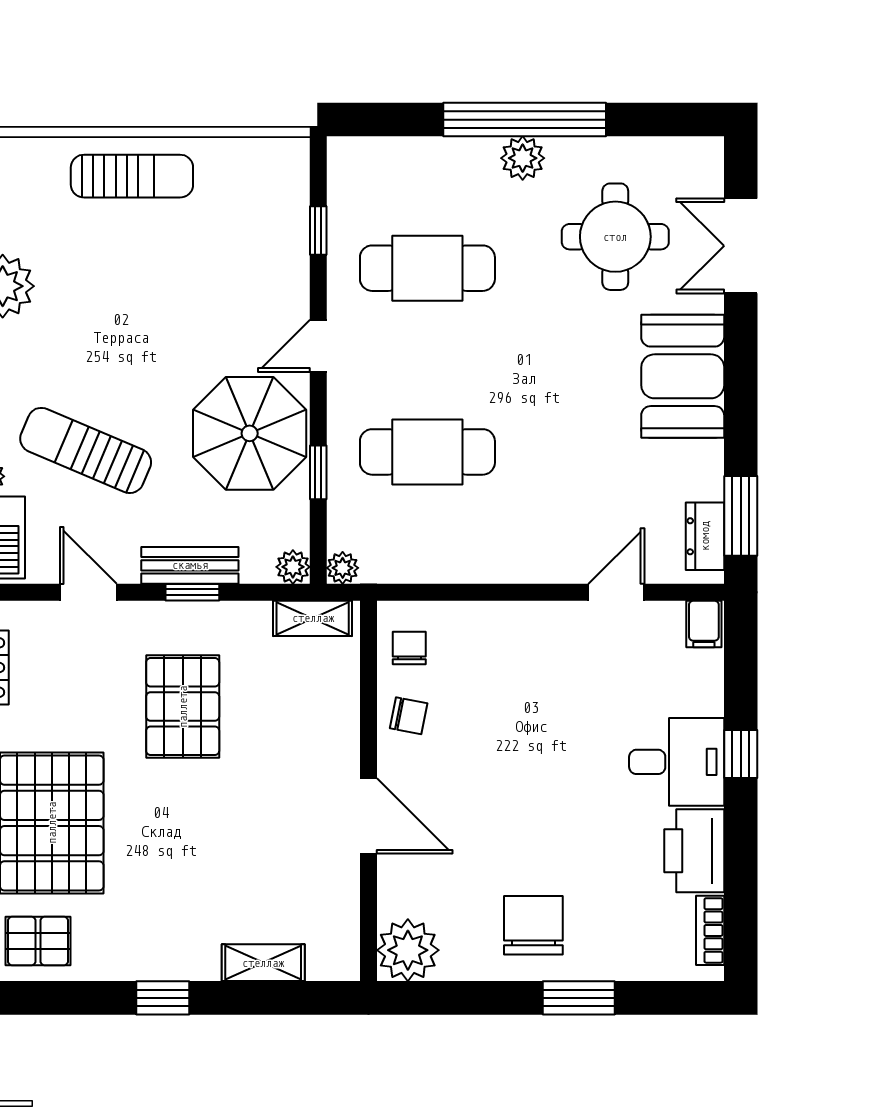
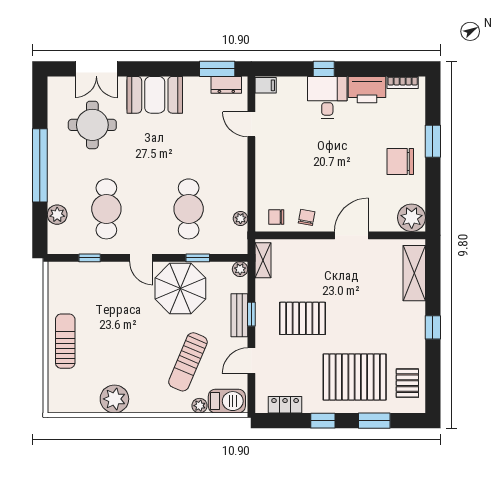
plant: (523, 158) -> (57, 215), moved
plant: (343, 568) -> (240, 218), moved
shelving: (263, 963) -> (414, 273), width x1.50, depth x1.33

